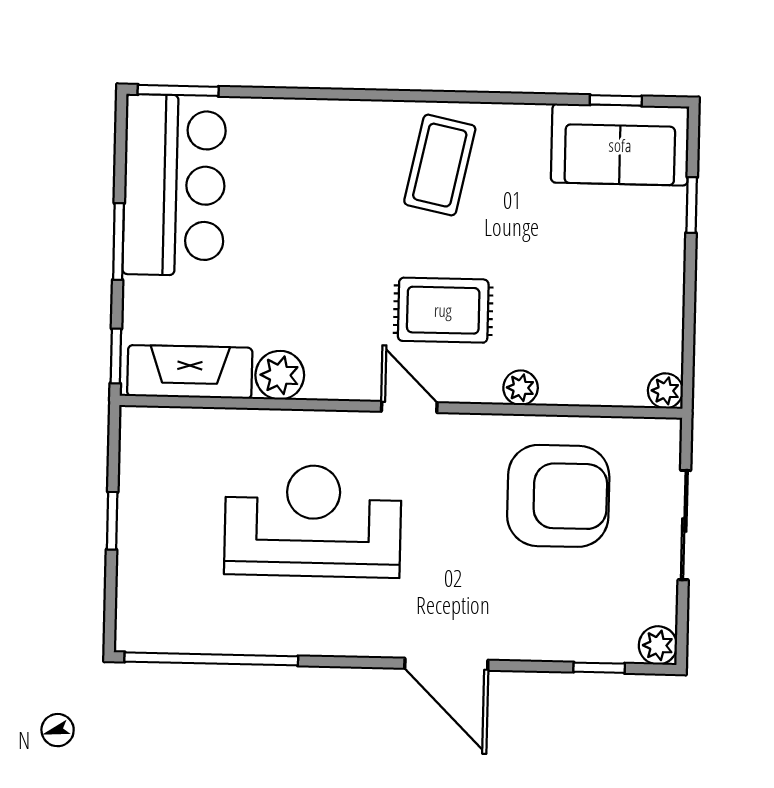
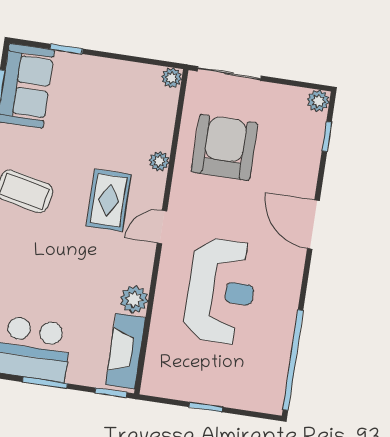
reception desk: (313, 521) -> (221, 291), turned 180
sliding door: (684, 525) -> (229, 74), moved
door: (446, 664) -> (313, 225), swing flipped

